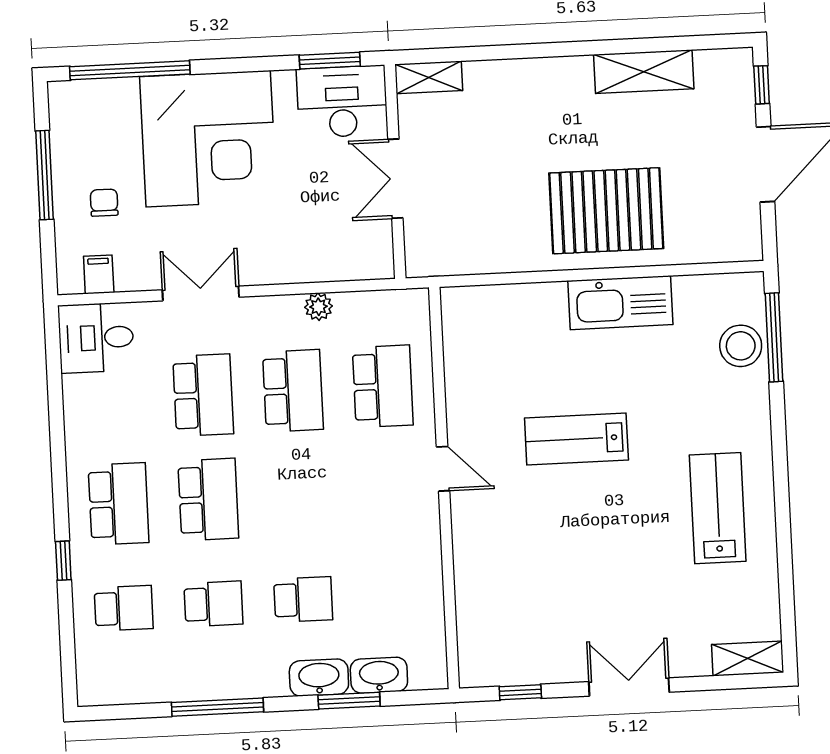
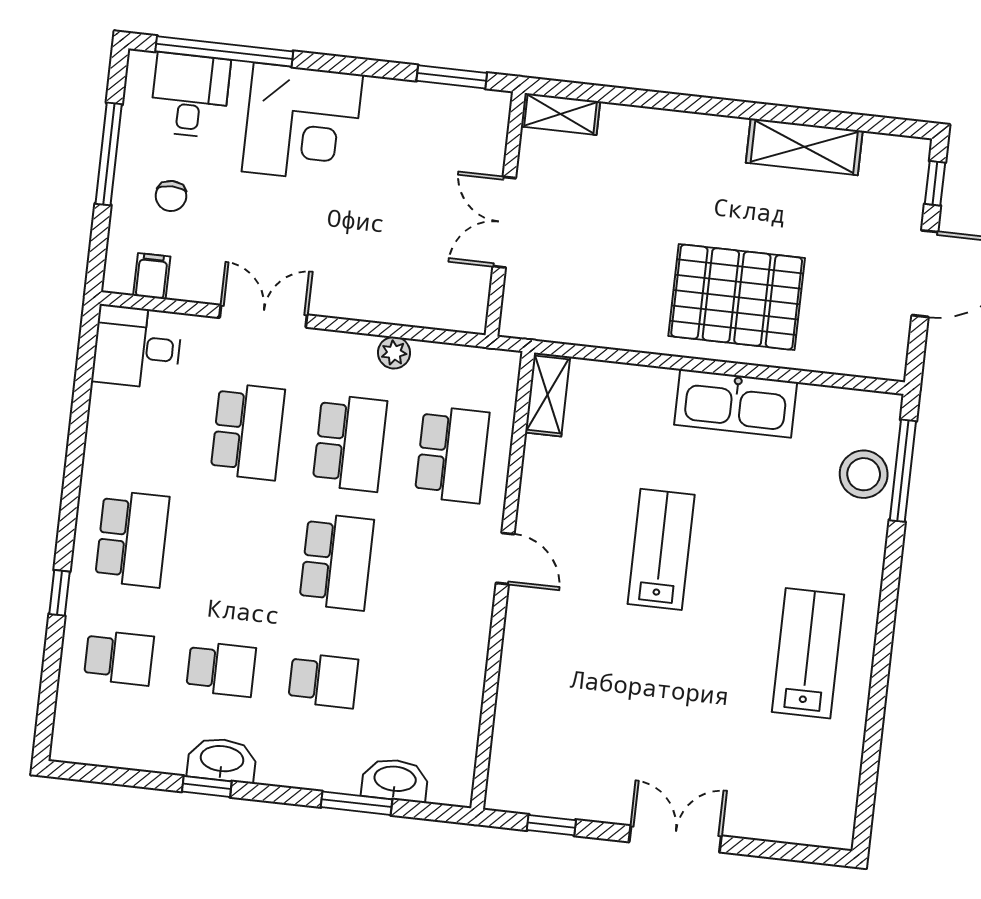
desk: (342, 102) -> (190, 95), moved, width x0.73
corner desk: (208, 139) -> (302, 123), width x0.74, depth x0.74
chair: (104, 203) -> (171, 196), turned 180
lab bench: (576, 439) -> (661, 549), turned 90
school desk: (208, 499) -> (337, 562), moved
shelving: (748, 659) -> (548, 394), moved, turned 90
washbasin: (319, 678) -> (222, 760), moved
window: (218, 707) -> (207, 786), width x0.46

